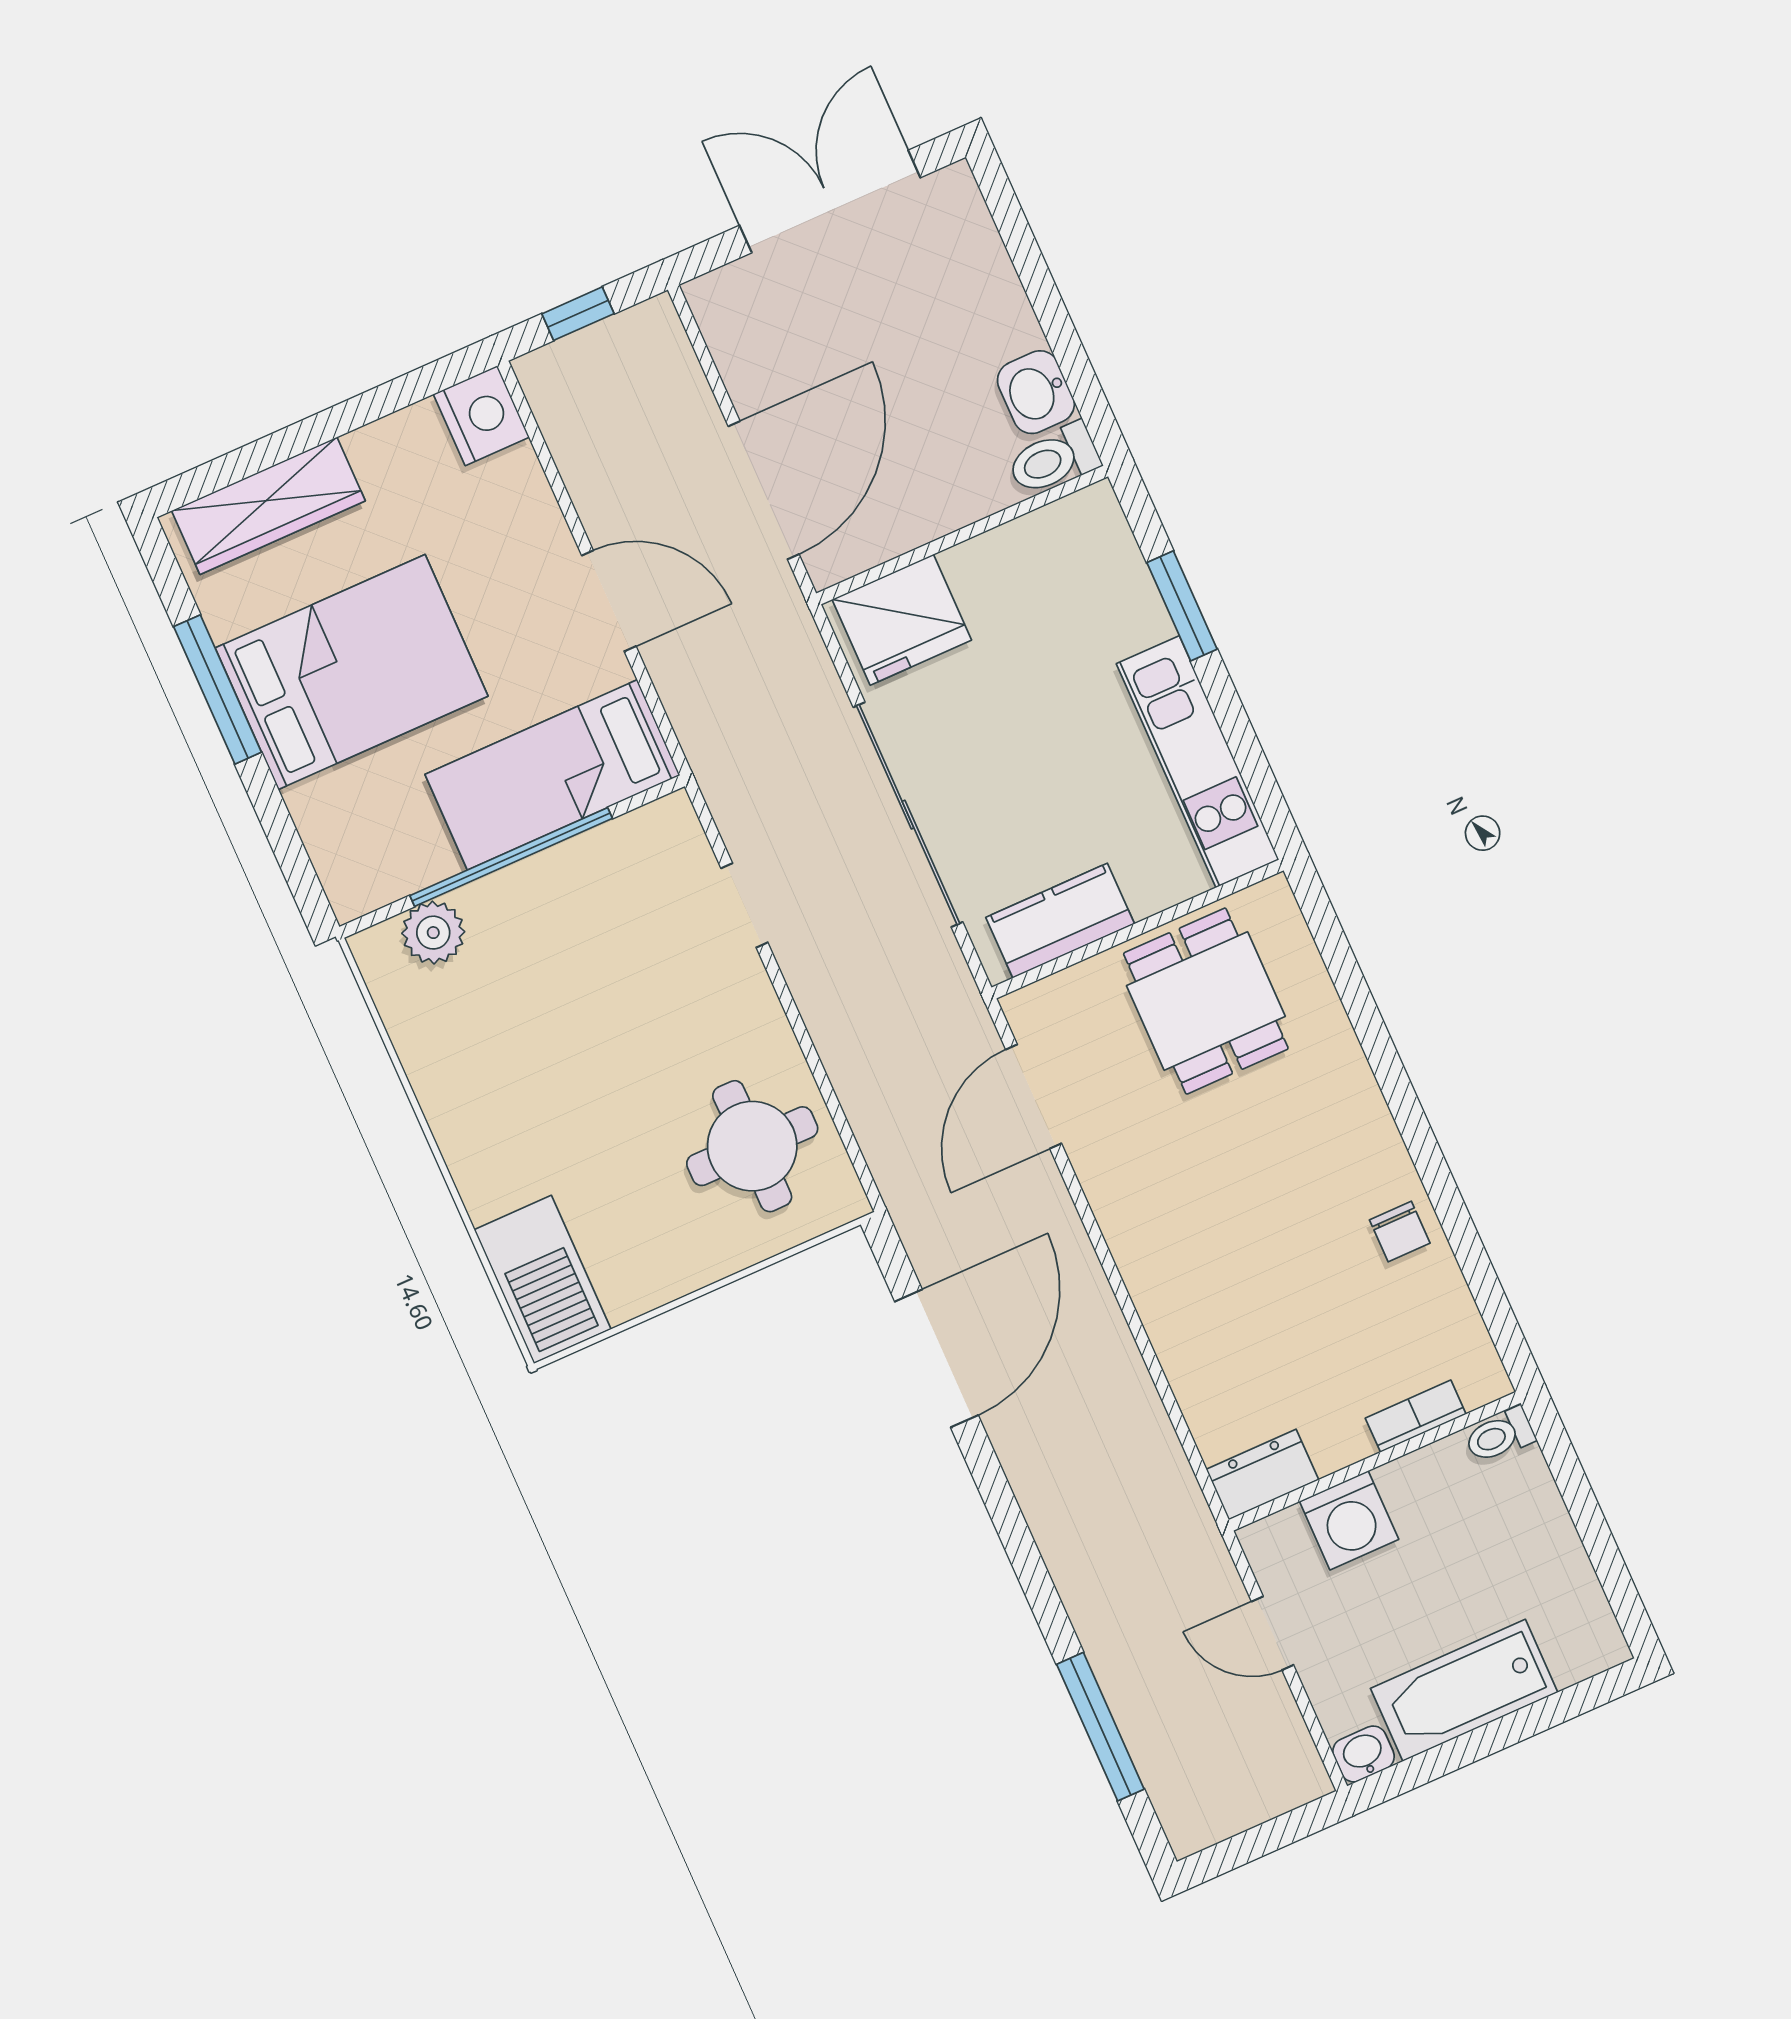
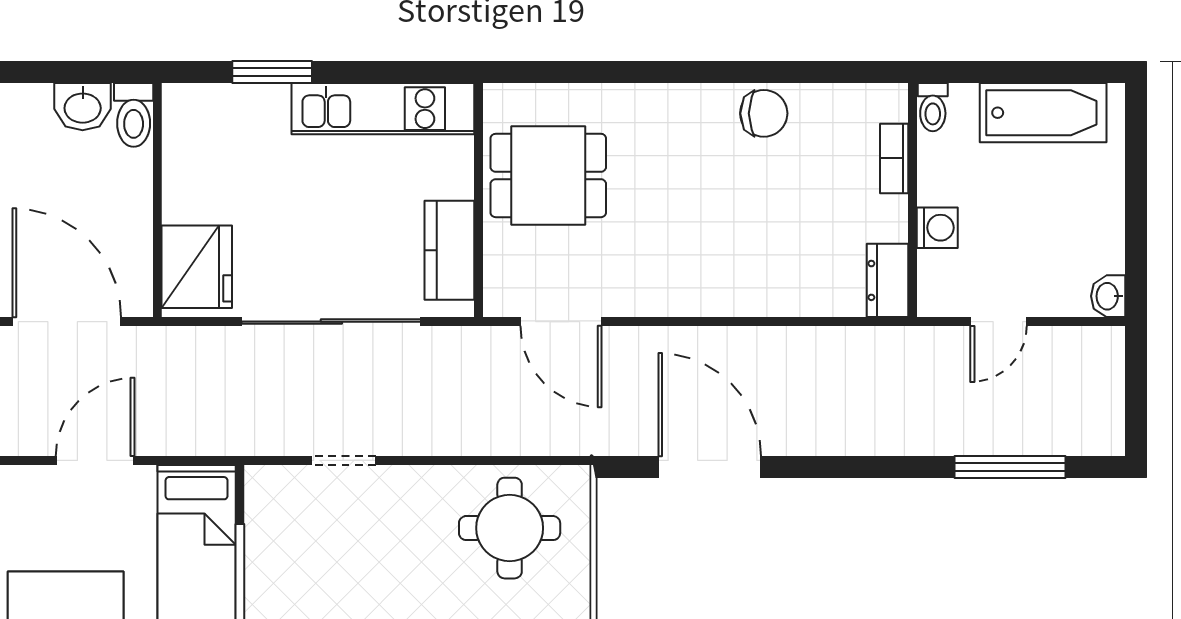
chair: (1400, 1232) -> (764, 113), width x1.37, depth x1.37
washing machine: (1349, 1520) -> (937, 228), width x0.73, depth x0.73
bathtub: (1464, 1690) -> (1043, 113), moved, turned -90

